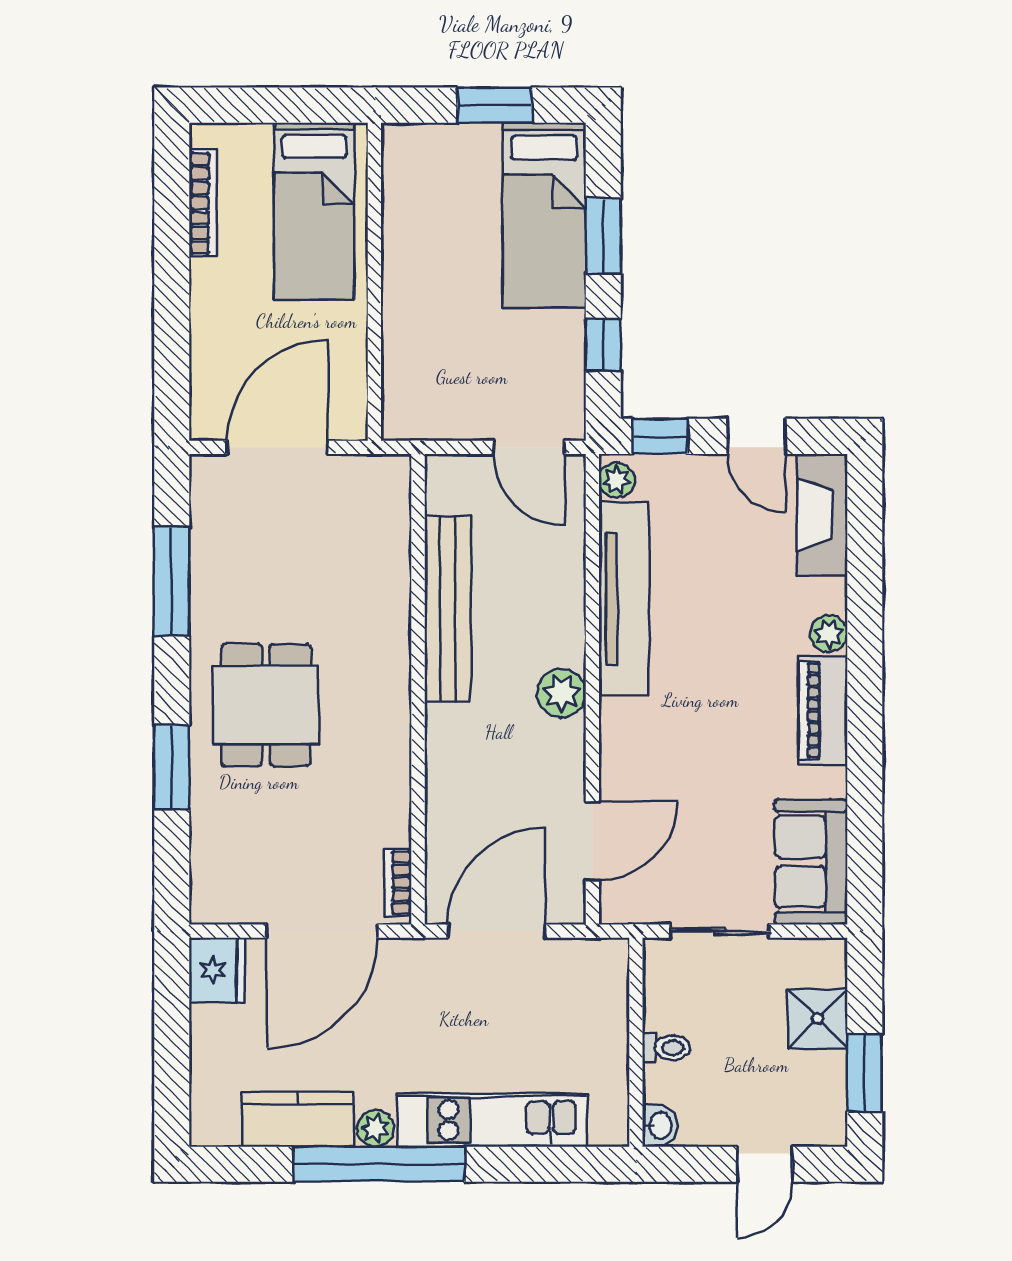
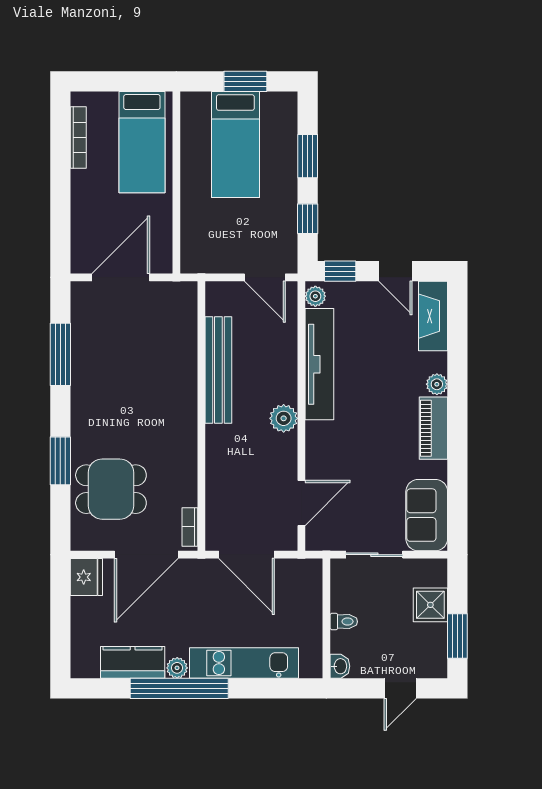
bed: (544, 215) -> (235, 144), moved
dining table: (266, 705) -> (111, 489), moved, turned 90
door: (497, 931) -> (246, 555), swing flipped

